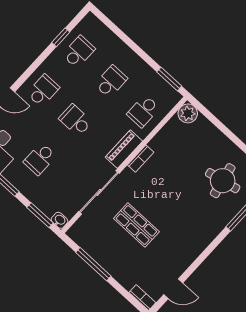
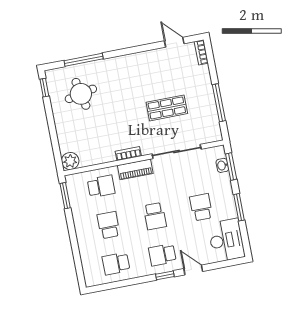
window: (61, 37) -> (165, 275), moved
school desk: (111, 81) -> (109, 225), turned 90
school desk: (40, 159) -> (201, 207), turned -90
washbasin: (60, 220) -> (222, 165), moved
shop shelf: (136, 225) -> (167, 108), turned 90

